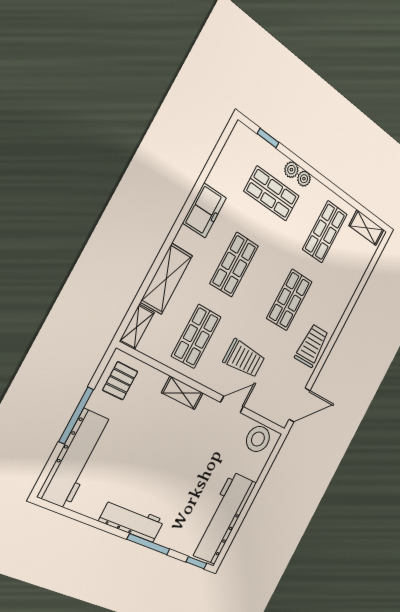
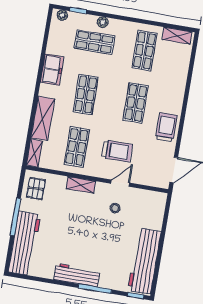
plant: (304, 179) -> (62, 15), moved
stool: (258, 439) -> (115, 208), moved, width x0.53, depth x0.53

